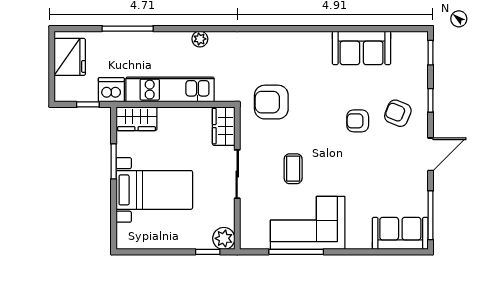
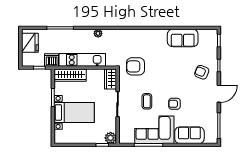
wardrobe: (136, 119) -> (70, 75), width x1.50
armchair: (358, 121) -> (175, 104), moved
sofa: (400, 233) -> (189, 135), moved

